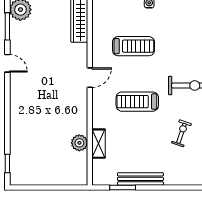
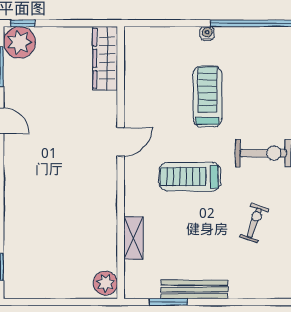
treadmill: (133, 46) -> (207, 96), moved, turned -90
plant: (79, 143) -> (105, 283), moved

